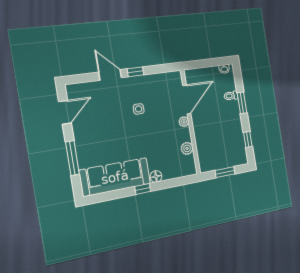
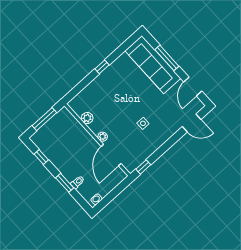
window: (135, 72) -> (143, 167), moved
door: (110, 75) -> (192, 123), moved
window: (225, 172) -> (44, 119), width x1.44
floor lamp: (156, 176) -> (98, 82), removed
sofa: (115, 177) -> (153, 65), moved, turned 90

